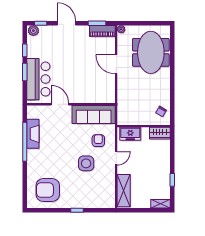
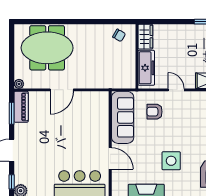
door: (60, 104) -> (110, 158), swing flipped
freezer: (130, 134) -> (146, 68), width x1.40
side table: (86, 163) -> (171, 161), moved

